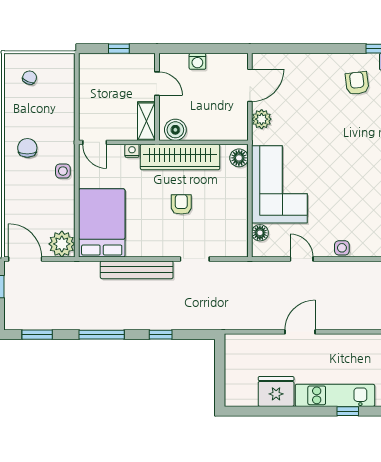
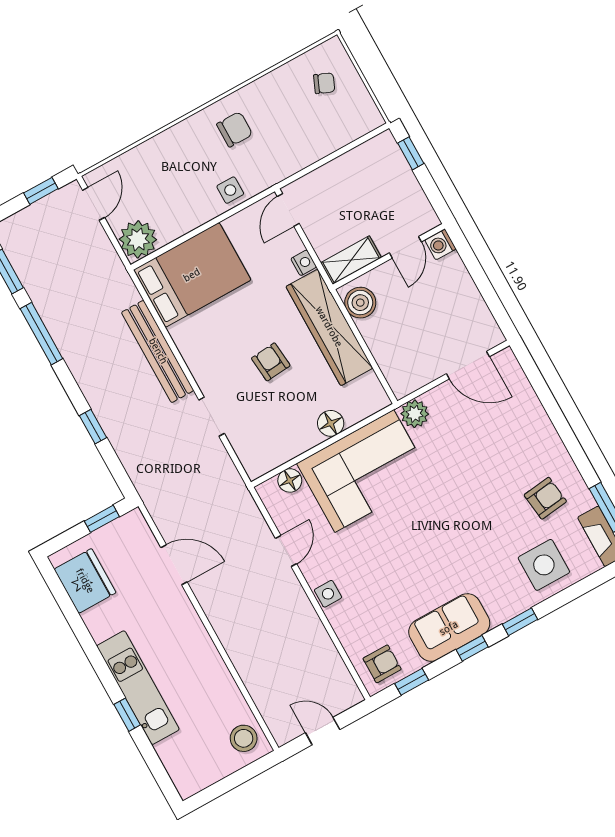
window: (119, 49) -> (411, 153), moved
washing machine: (197, 61) -> (440, 244), moved
plant: (262, 119) -> (415, 414), moved
floor lamp: (239, 158) -> (331, 423), moved
armchair: (181, 204) -> (271, 362), turned -95
door: (25, 259) -> (94, 204), width x0.73
door: (300, 332) -> (174, 565), moved
window: (102, 335) -> (41, 334), moved
window: (220, 360) -> (102, 519), added
fridge: (276, 392) -> (85, 581), moved

